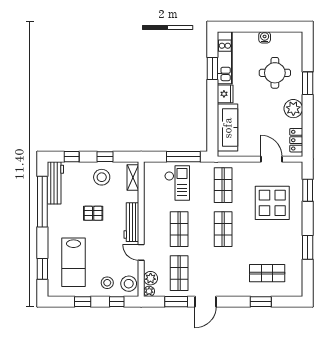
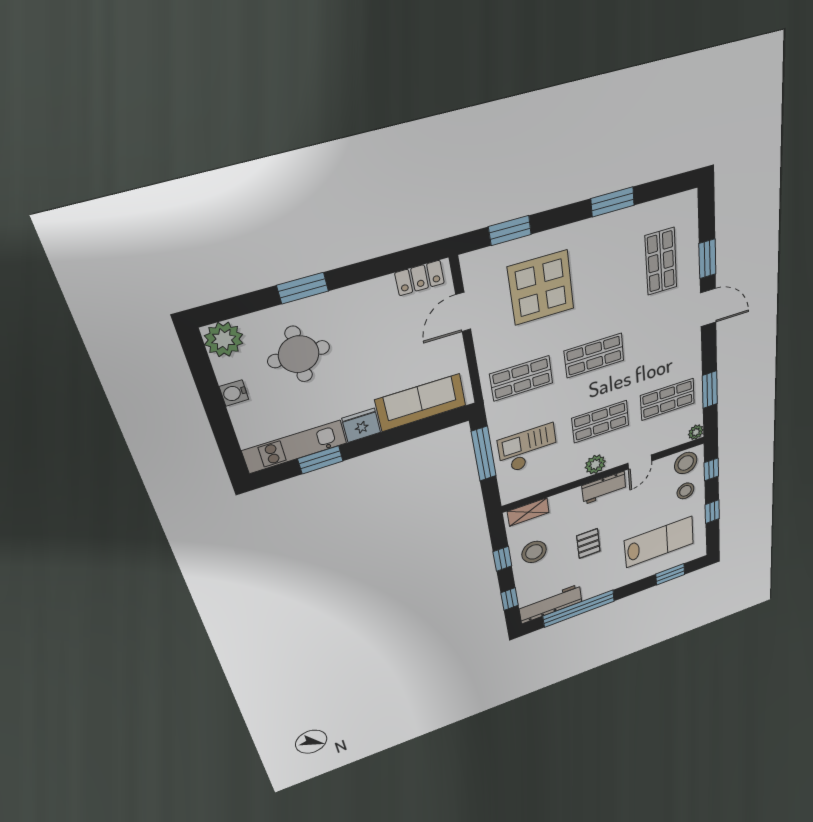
plant: (293, 109) -> (224, 339), moved
workbench: (131, 222) -> (604, 488), width x0.73
plant: (151, 278) -> (595, 464), moved
door: (205, 302) -> (708, 308), moved

